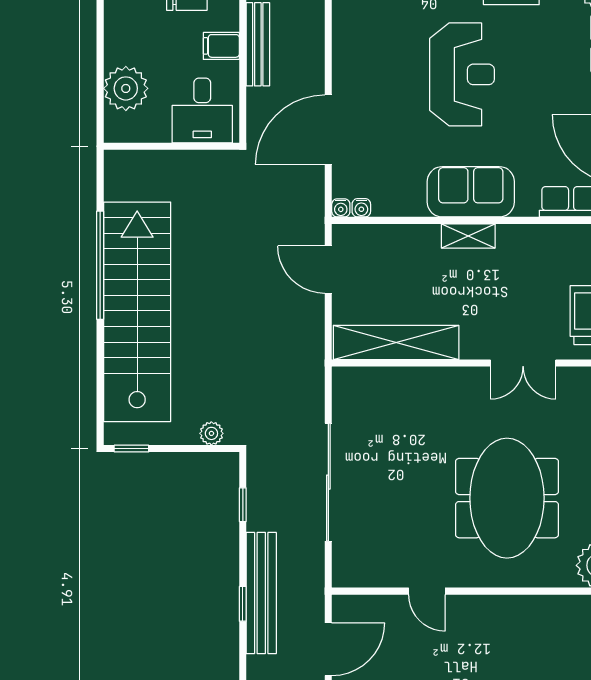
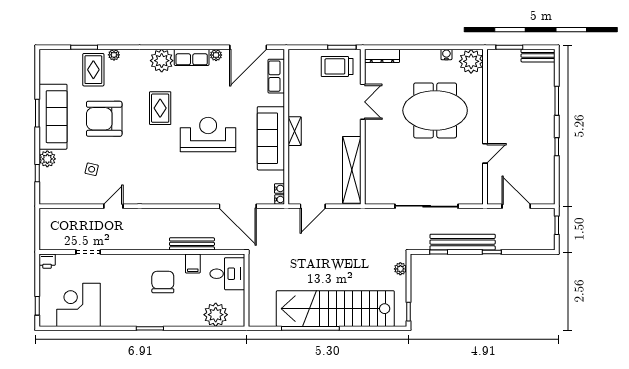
sofa: (471, 192) -> (271, 138), width x1.36
bench: (261, 593) -> (463, 242), moved

